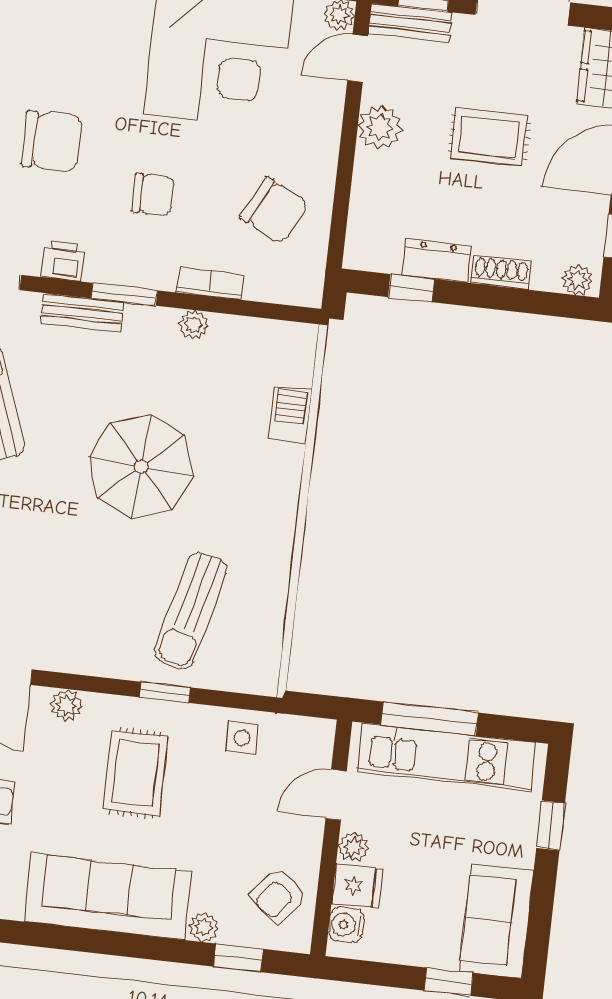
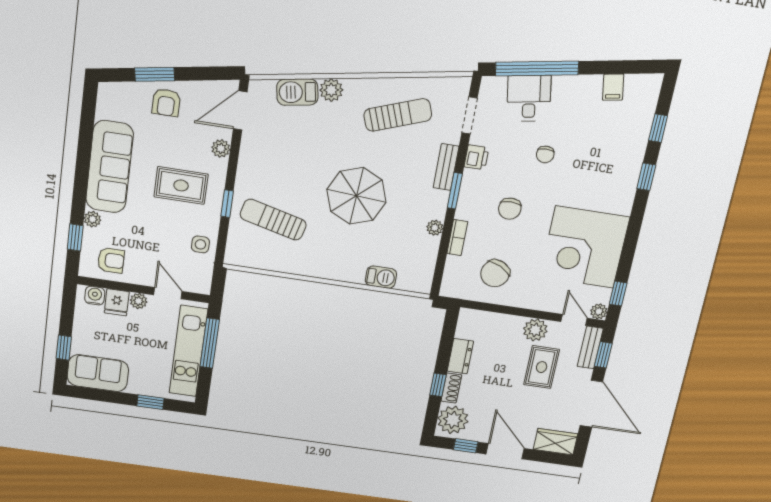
rug: (489, 137) -> (542, 367), moved
chair: (52, 141) -> (545, 154), width x0.54, depth x0.54
plant: (577, 280) -> (453, 420), width x1.88, depth x1.88
window: (411, 288) -> (438, 385), moved
armchair: (279, 896) -> (111, 260), turned 141

